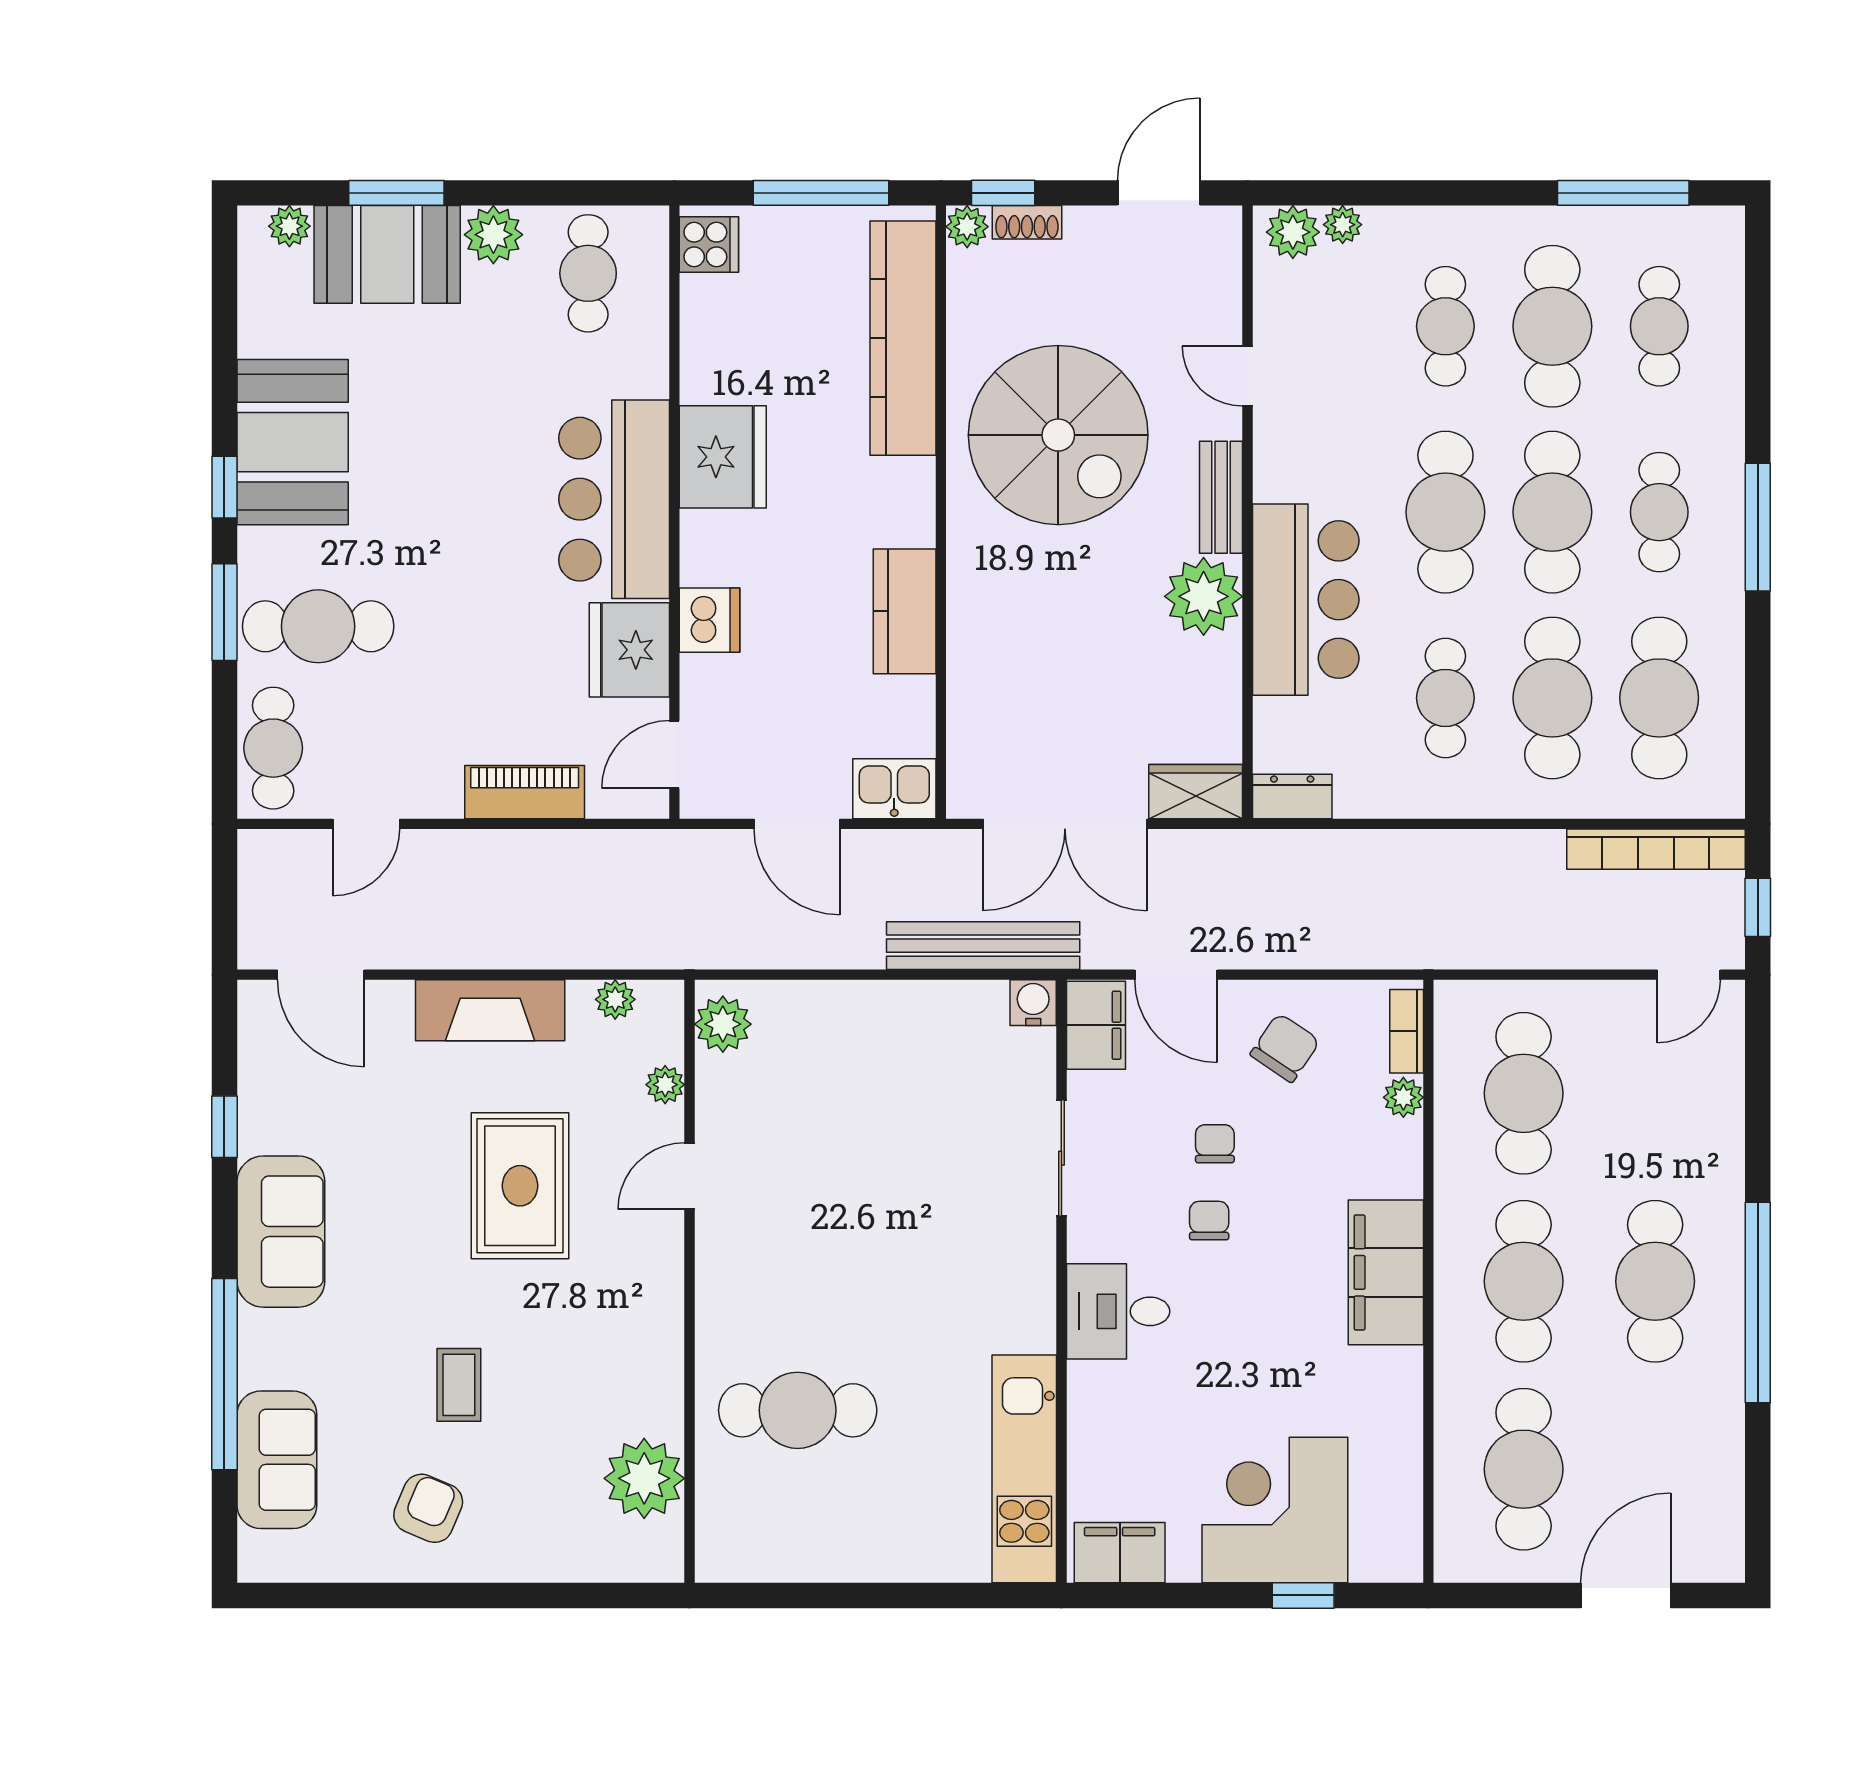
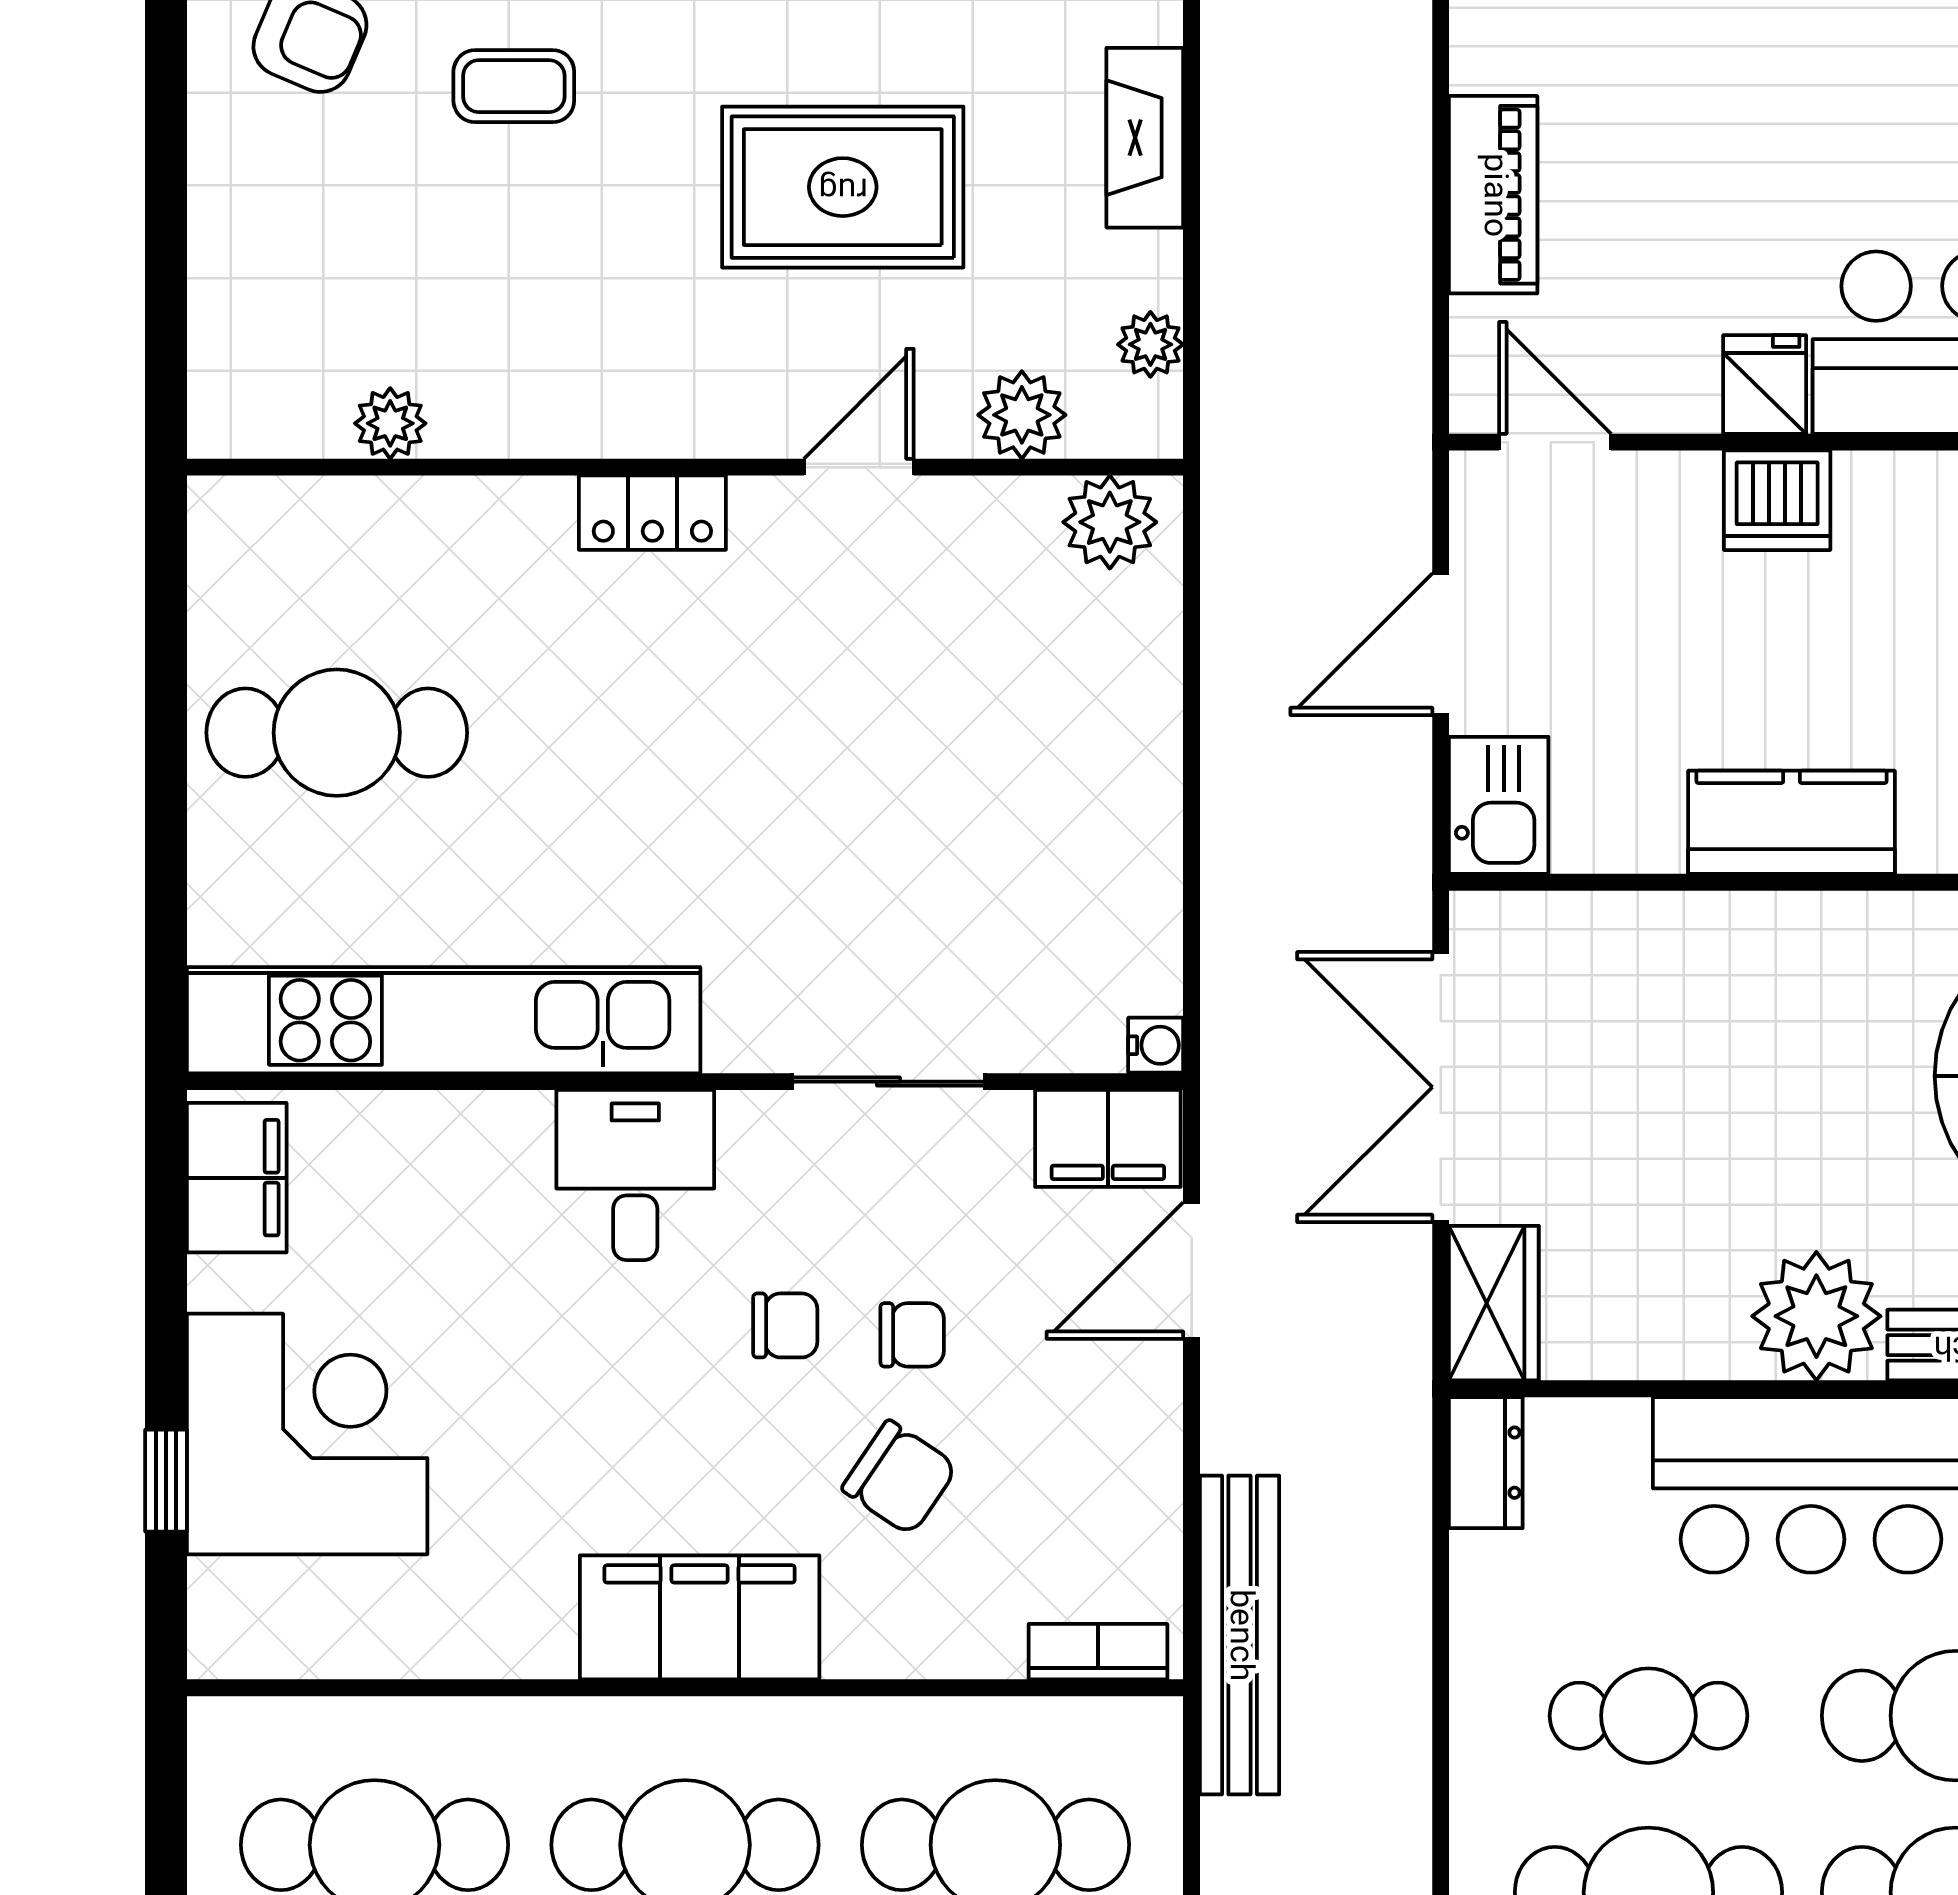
fridge: (629, 650) -> (1765, 384), width x0.53, depth x0.75
bench: (983, 946) -> (1239, 1635), moved
water cooler: (1033, 1003) -> (1156, 1045), width x0.72, depth x0.72
fireplace: (490, 1010) -> (1145, 138), width x0.73, depth x0.76
chair: (1285, 1048) -> (900, 1478), moved
plant: (665, 1085) -> (1022, 415), width x1.38, depth x1.38
plant: (1403, 1097) -> (989, 1646), removed
door: (689, 1176) -> (859, 467), hinge flipped
locker: (717, 1301) -> (652, 513), added
cafe table: (798, 1410) -> (337, 733), moved, turned 90
kitchen unit: (1024, 1469) -> (444, 1020), width x1.36
plant: (644, 1478) -> (390, 423), width x0.53, depth x0.53

